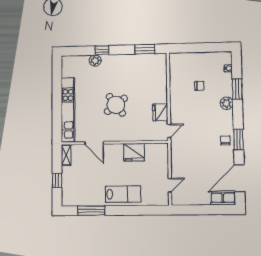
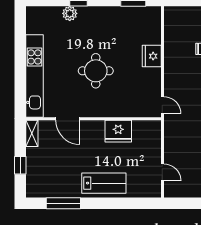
round table: (116, 105) -> (96, 71), turned 37
fridge: (160, 112) -> (152, 56), moved
door: (169, 131) -> (162, 105), hinge flipped
door: (170, 185) -> (162, 172), hinge flipped

